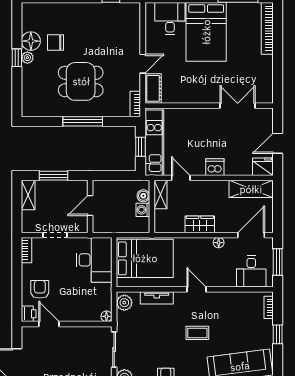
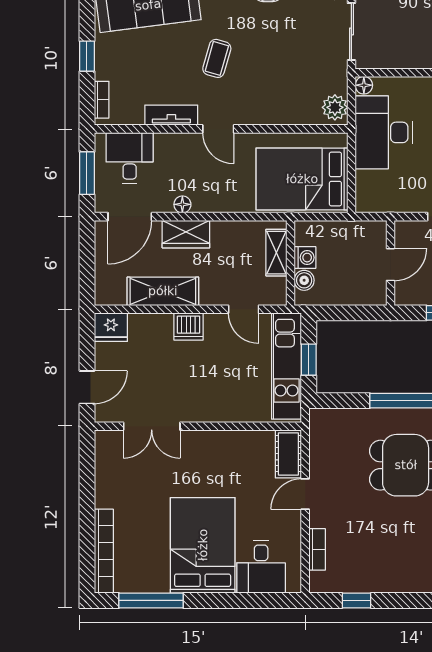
bookcase: (135, 104) -> (317, 549), moved
door: (278, 143) -> (87, 387), moved
shelving: (251, 189) -> (163, 291), moved
shelving: (160, 194) -> (276, 253), moved
wardrobe: (200, 224) -> (186, 234), moved
desk: (94, 260) -> (384, 132), moved
tv unit: (157, 298) -> (171, 115), moved
coffee table: (197, 333) -> (217, 58), turned -74

